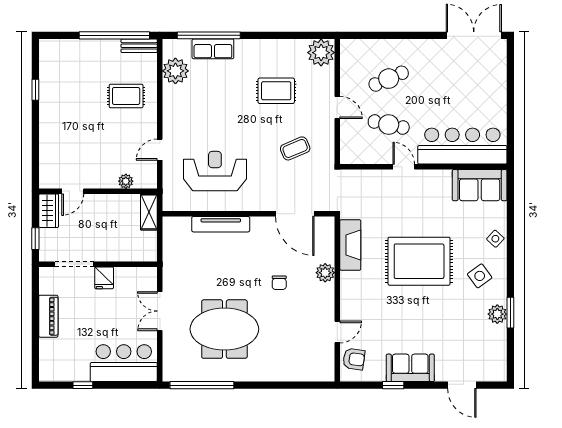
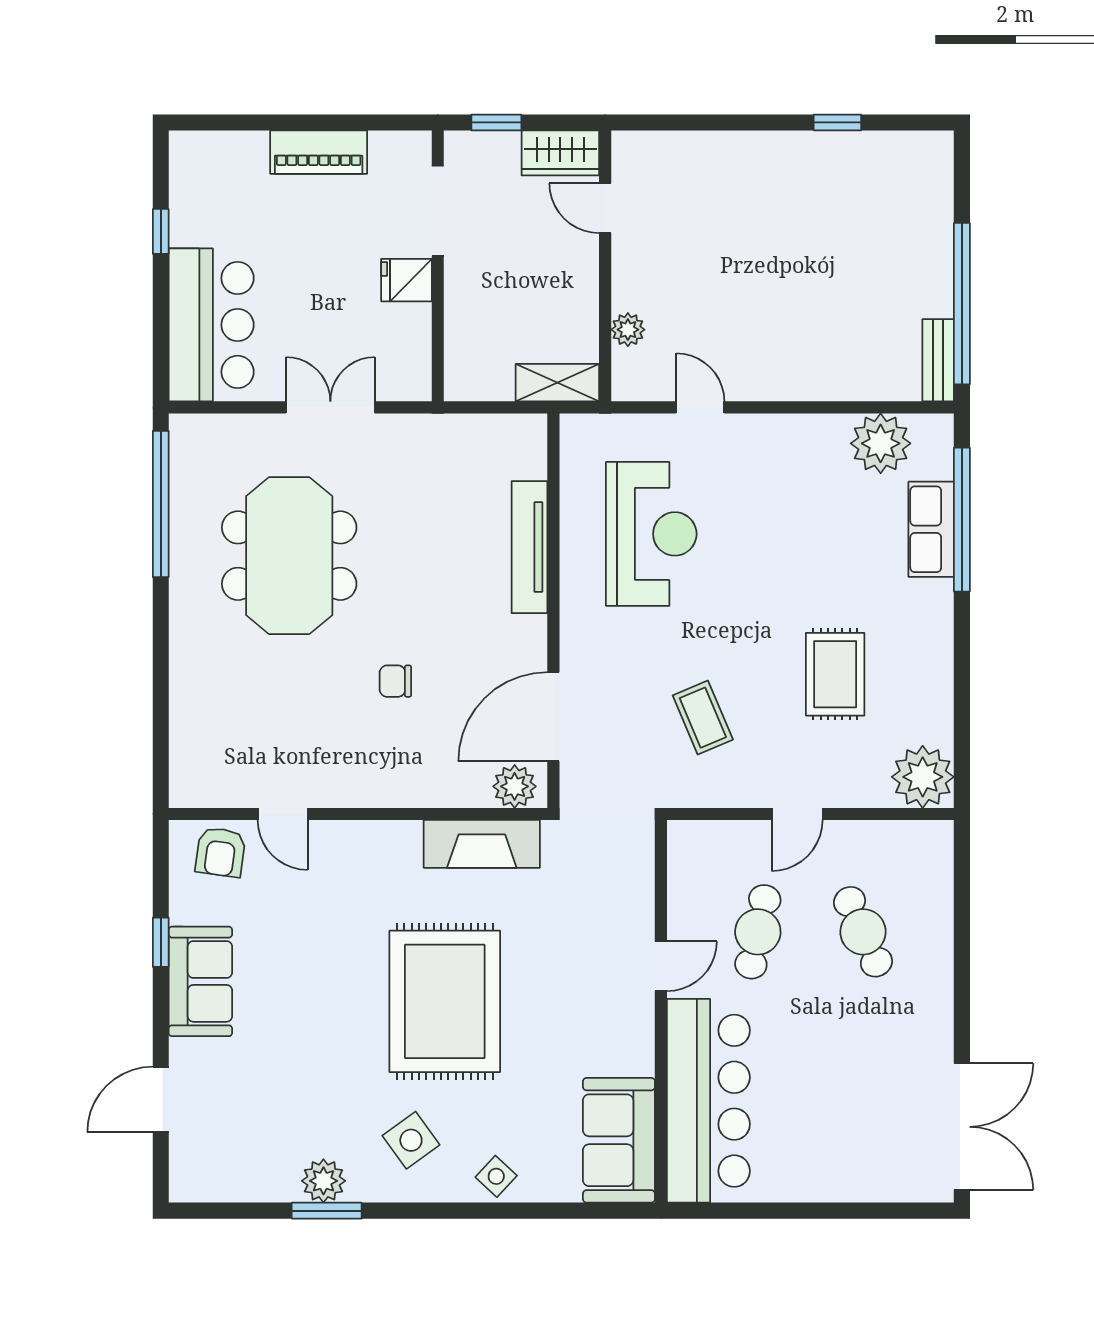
rug: (126, 96) -> (823, 330), removed
plant: (325, 273) -> (515, 786), moved

